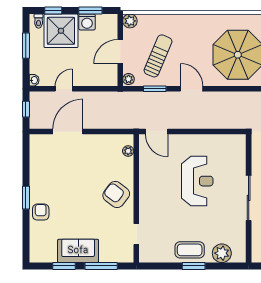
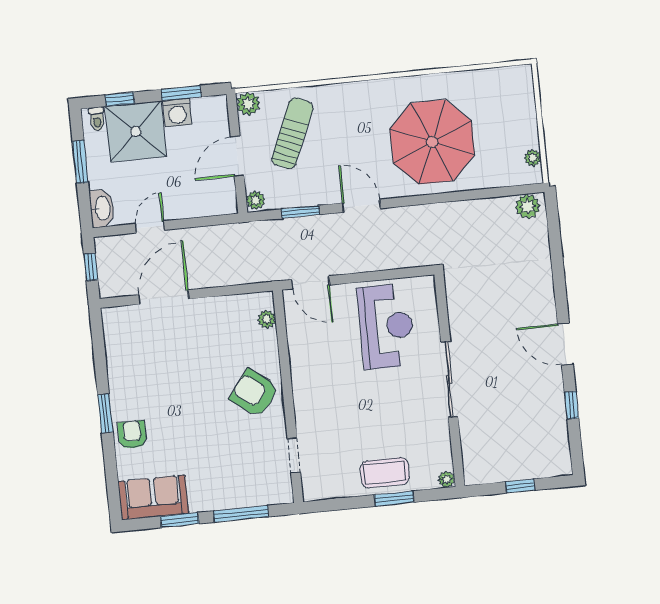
sun lounger: (158, 56) -> (292, 133), moved
washbasin: (34, 80) -> (102, 208), width x1.91, depth x1.45
reception desk: (197, 181) -> (386, 326), moved
sliding door: (249, 198) -> (449, 379), moved
wall: (249, 198) -> (449, 380), moved
sofa: (78, 251) -> (153, 497), moved
plant: (222, 253) -> (446, 479), width x0.53, depth x0.53

